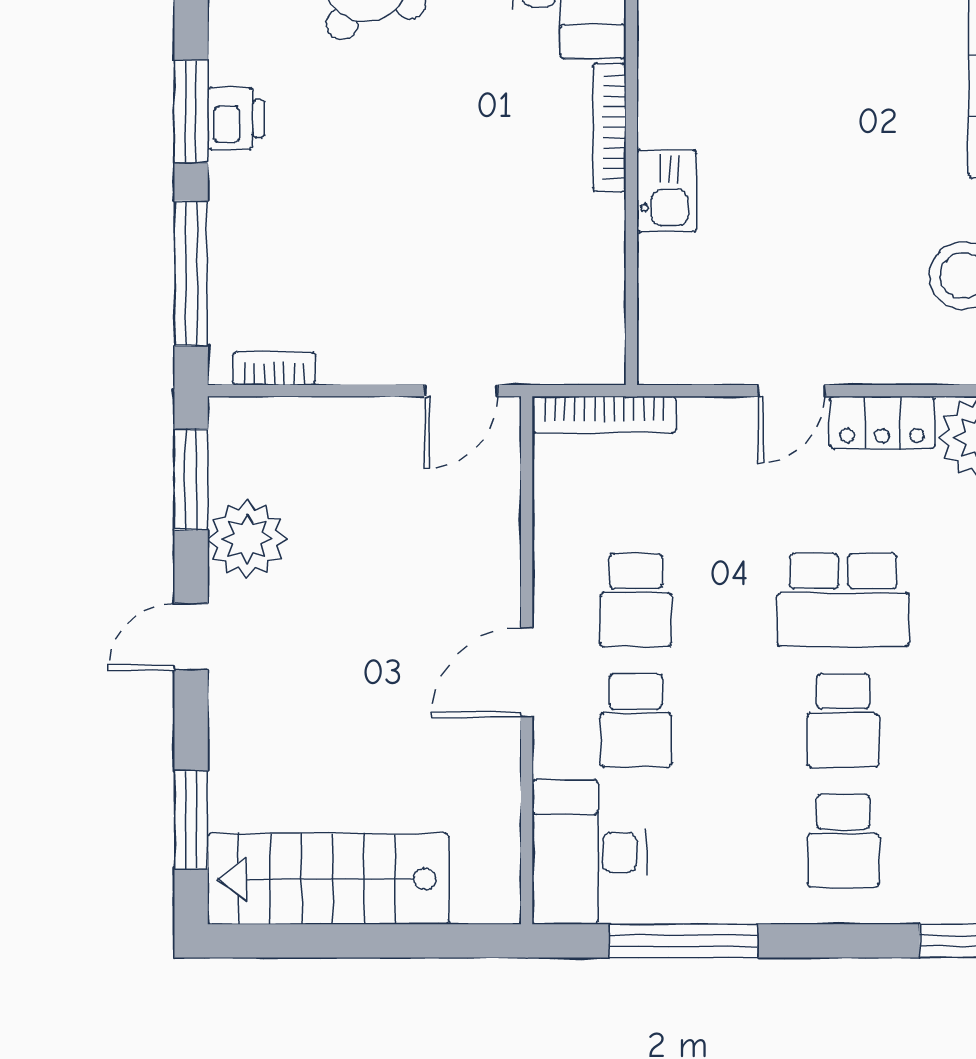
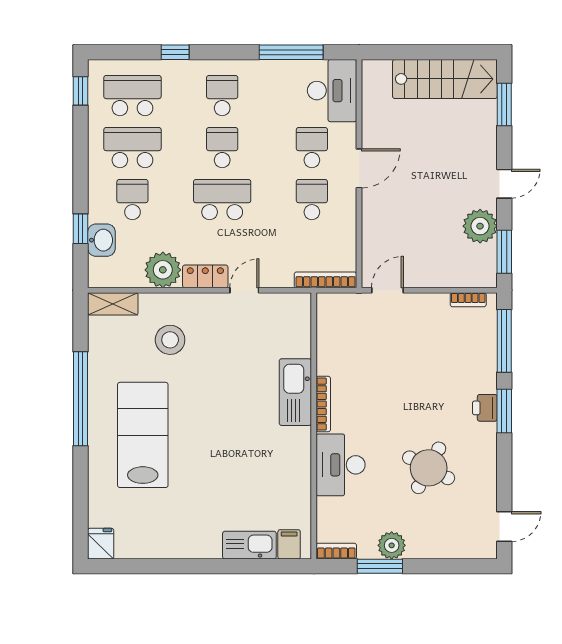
kitchen sink: (667, 191) -> (295, 392), width x1.88, depth x1.24

